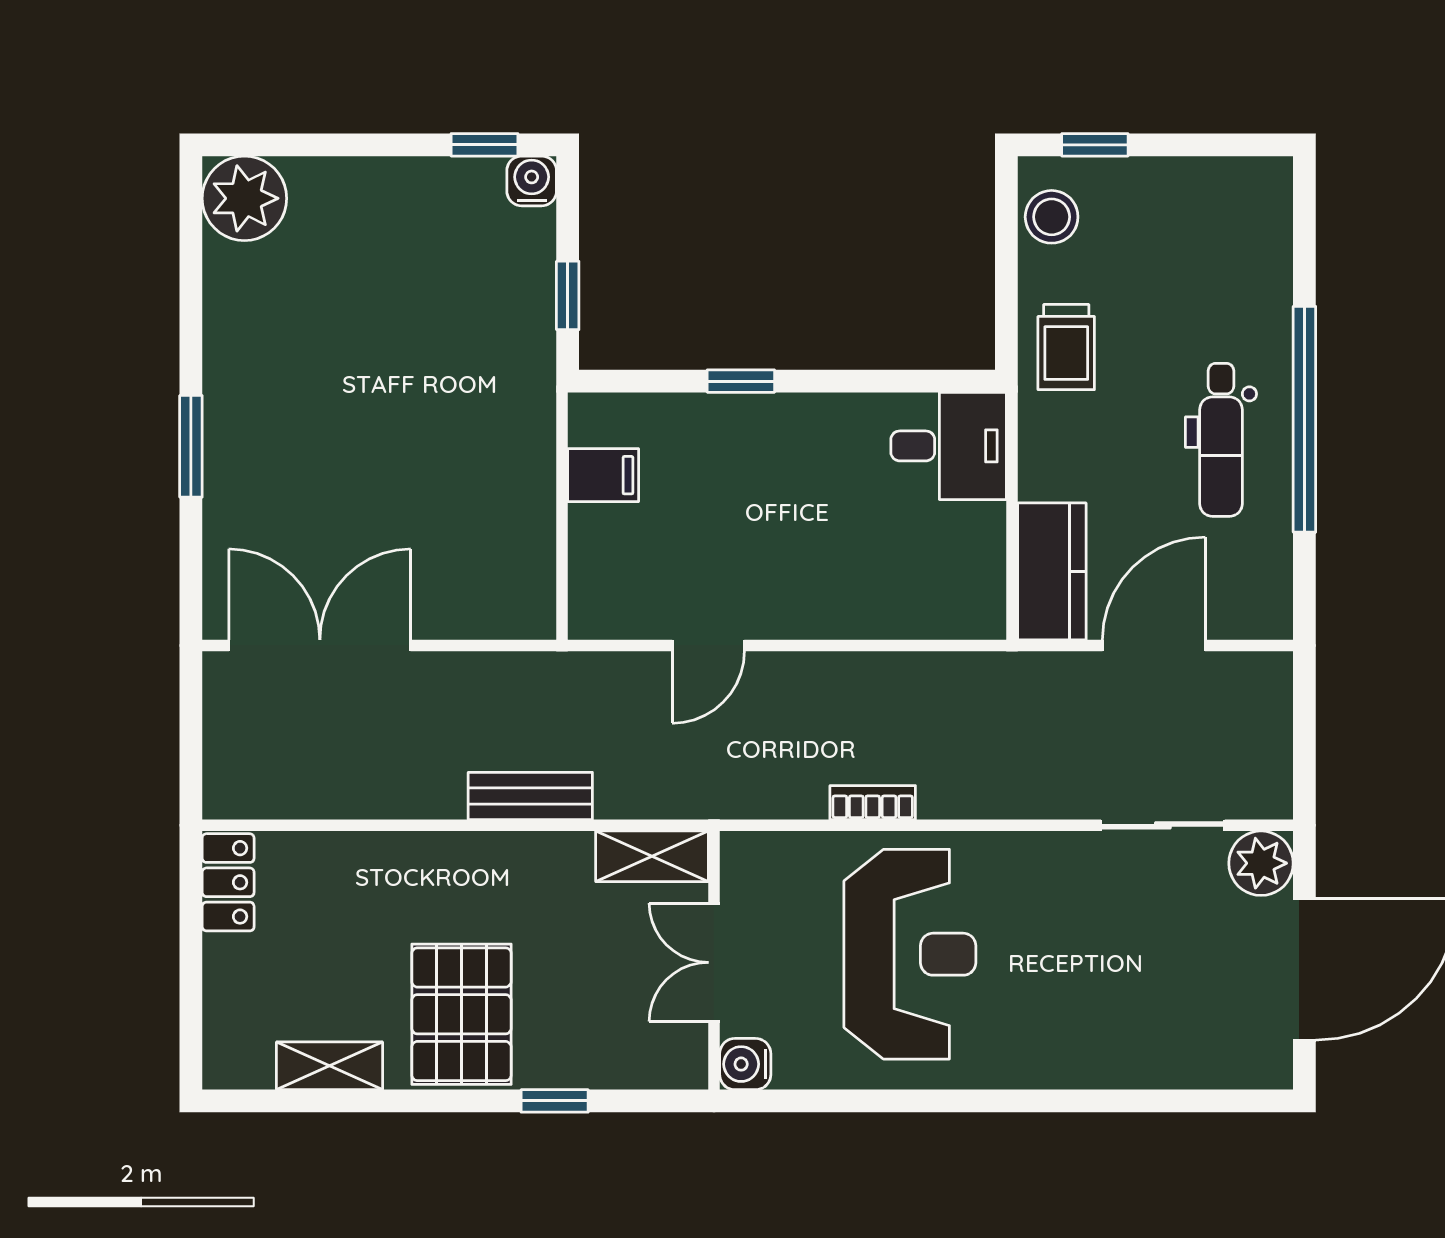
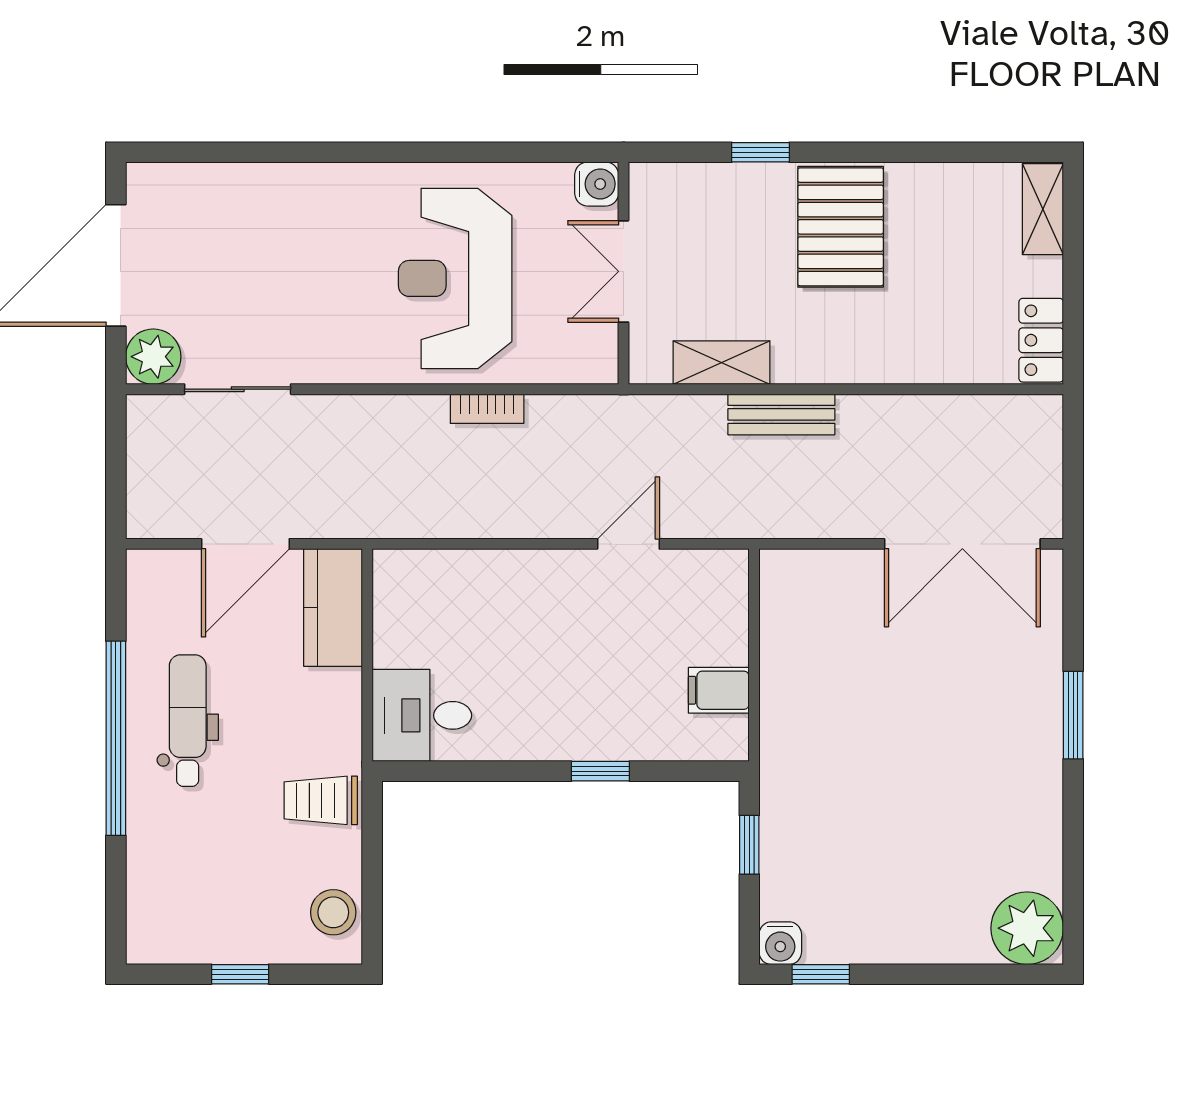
window: (1095, 145) -> (240, 974), moved
trolley: (1066, 347) -> (321, 800), turned -90
shelving: (652, 856) -> (722, 363), moved
double door: (714, 962) -> (624, 271), swing flipped
shelving: (329, 1066) -> (1043, 209), moved, turned 90

